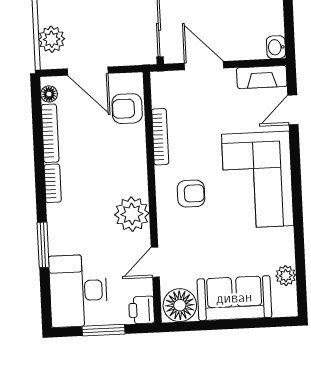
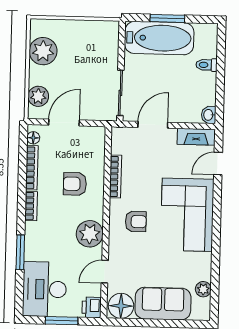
door: (204, 66) -> (153, 125), hinge flipped
door: (88, 71) -> (64, 123), swing flipped
armchair: (127, 109) -> (75, 184), moved

